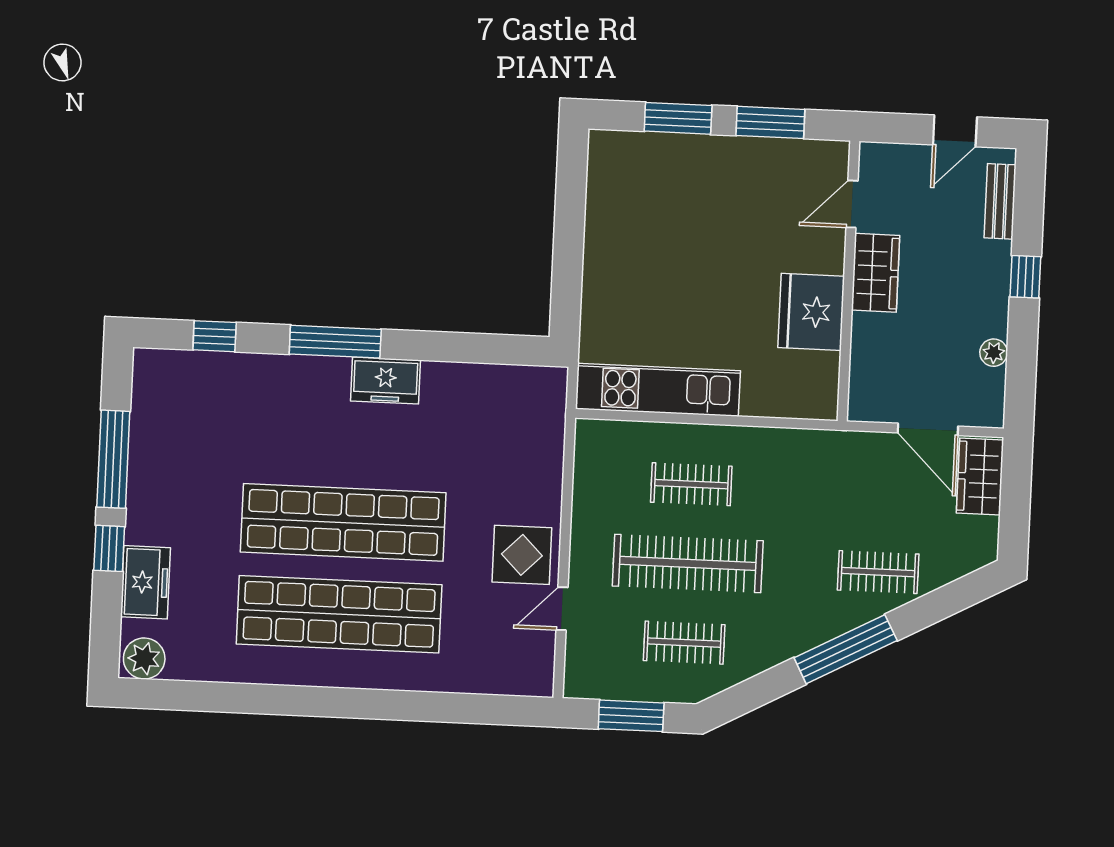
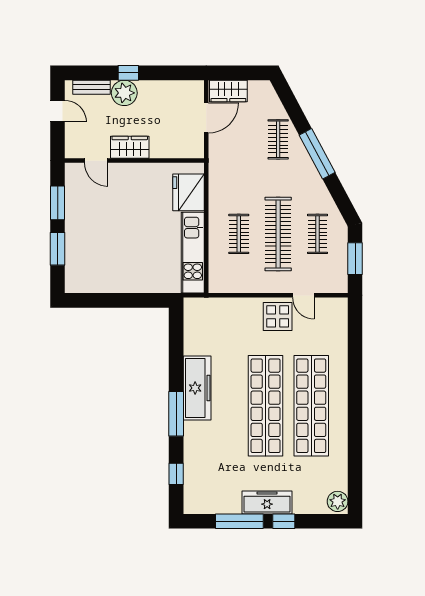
fridge: (811, 312) -> (188, 192), moved, turned 90
plant: (994, 353) -> (124, 93), moved, width x1.88, depth x1.88
freezer: (386, 381) -> (197, 388), width x1.91, depth x1.26
freezer: (145, 582) -> (267, 503), moved, width x1.40

